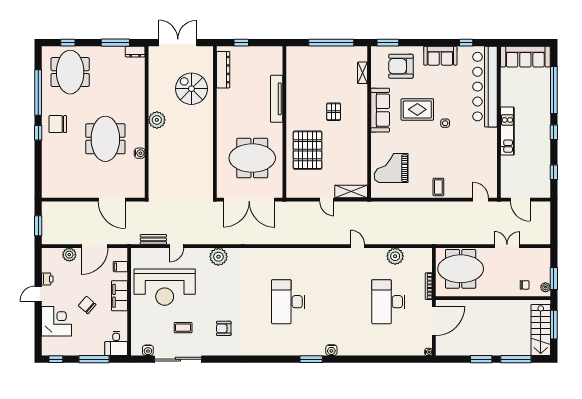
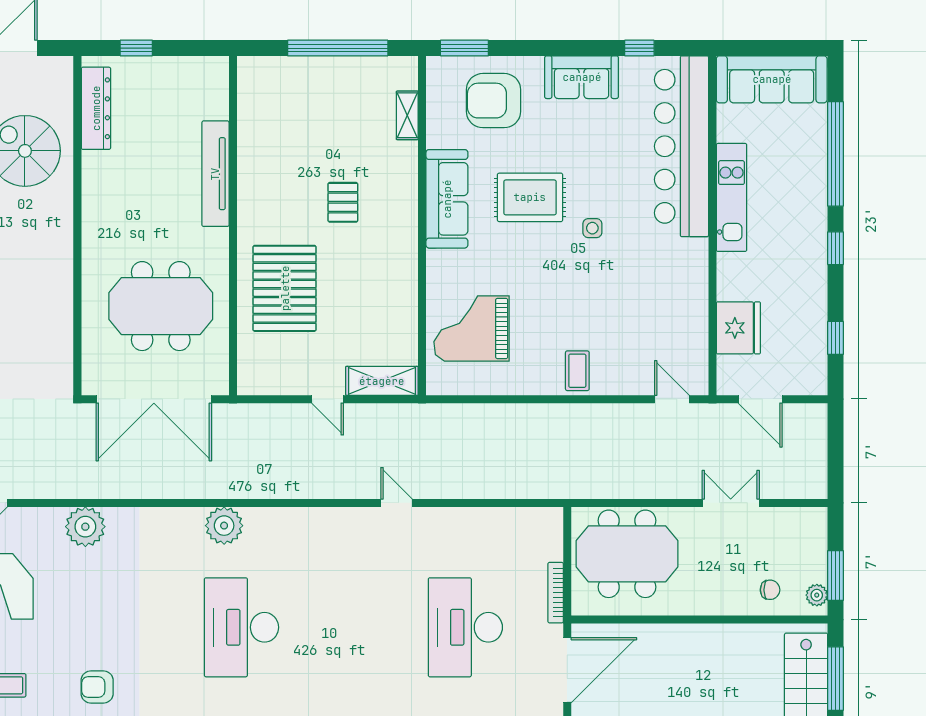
kitchen unit: (507, 131) -> (731, 197), moved
fridge: (510, 168) -> (738, 328), added
plant: (395, 256) -> (224, 526), moved

